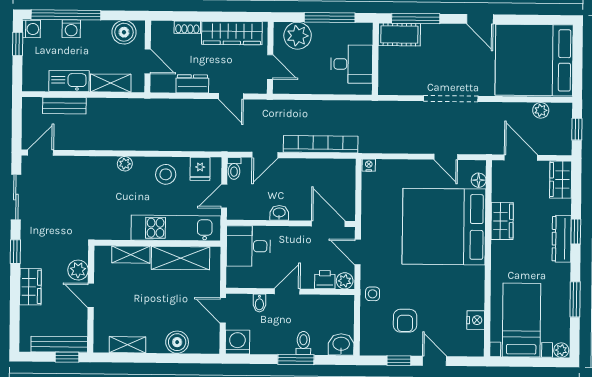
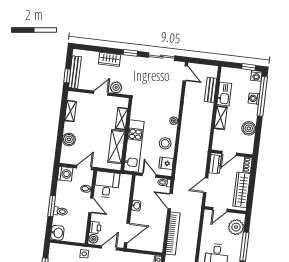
wall: (148, 56) -> (232, 154), moved
door: (148, 61) -> (229, 153), moved
desk: (248, 246) -> (107, 185), moved

